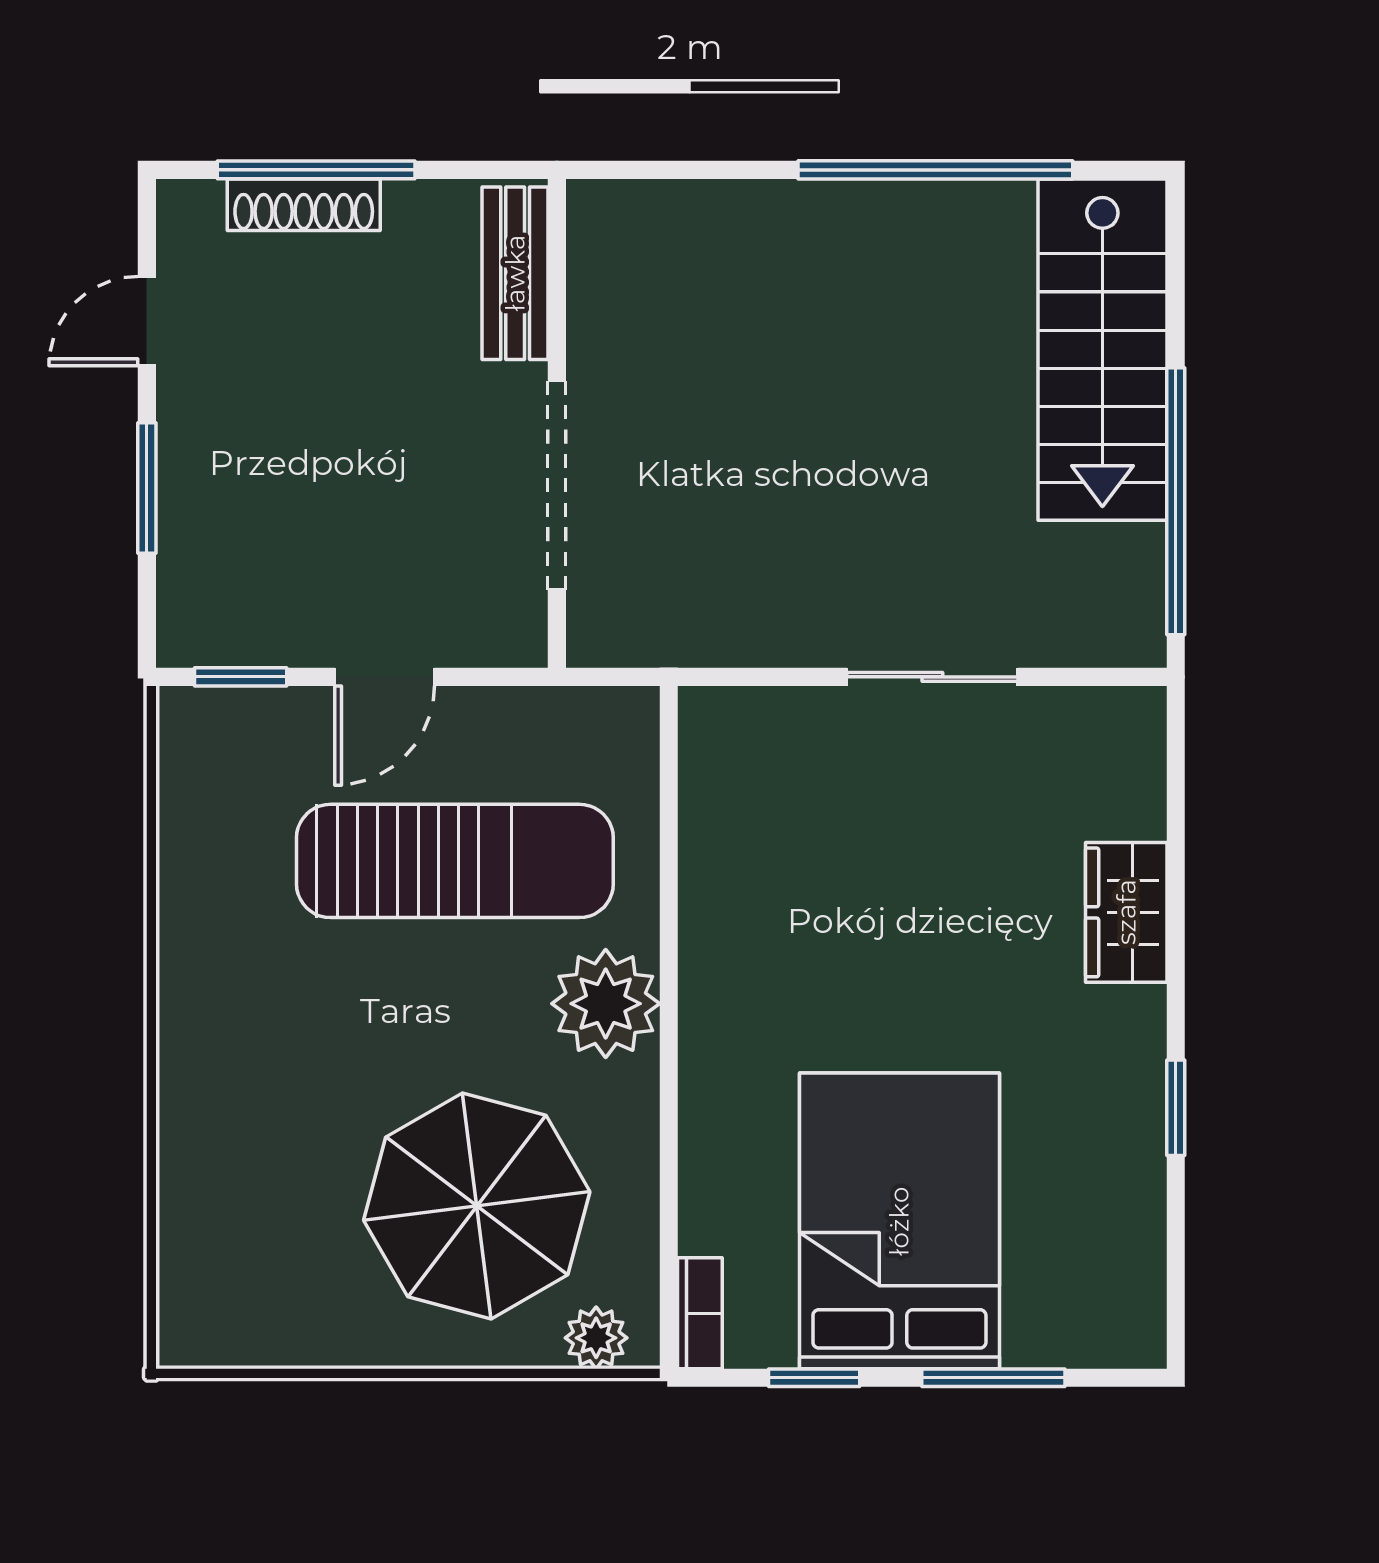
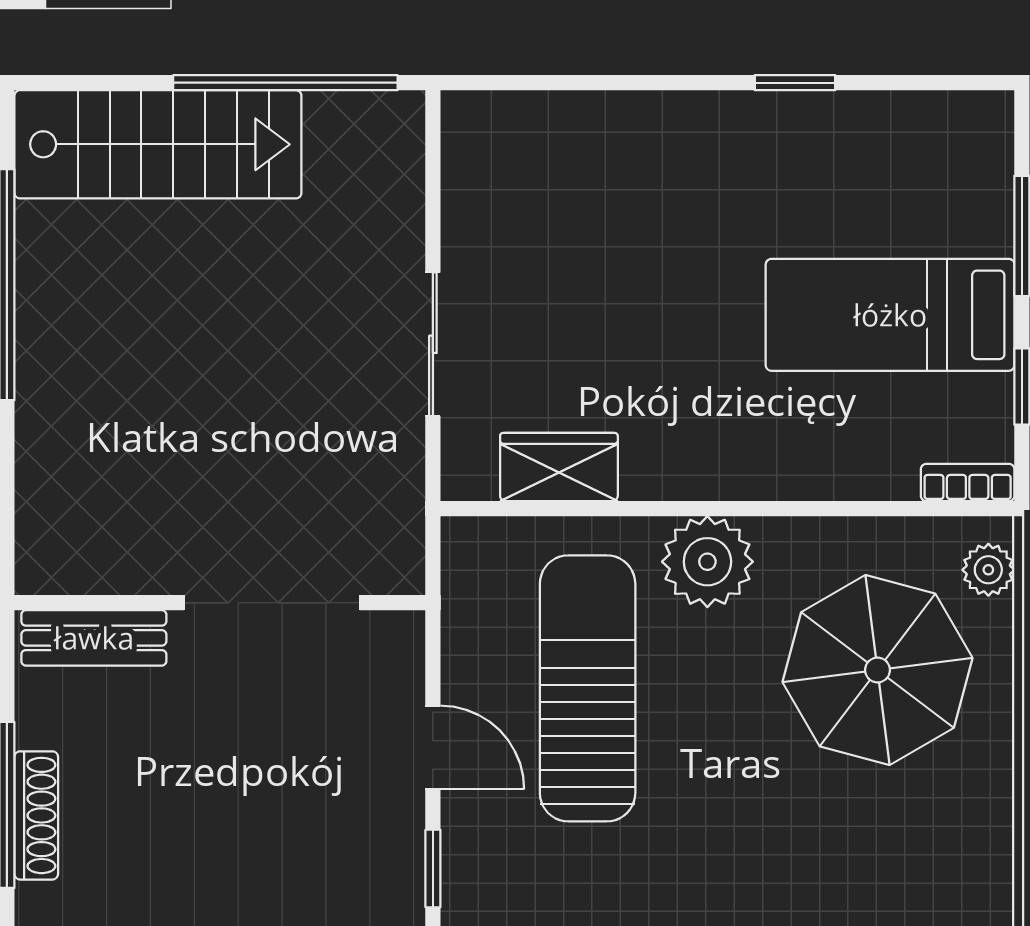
sliding door: (932, 677) -> (433, 344), moved
wardrobe: (1126, 912) -> (559, 467), moved, turned 180
bed: (899, 1221) -> (890, 315), width x0.67

